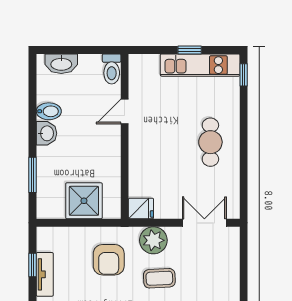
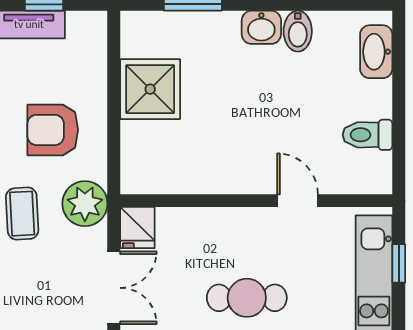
door: (125, 111) -> (297, 201), moved
wall: (125, 136) -> (256, 201), moved
fridge: (141, 208) -> (137, 228), moved

